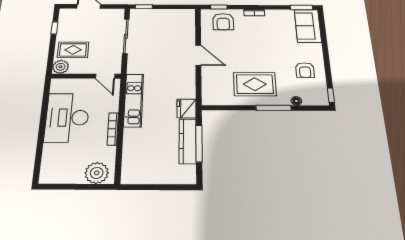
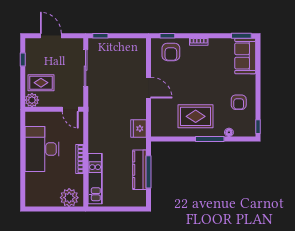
kitchen unit: (134, 100) -> (95, 179), moved
fridge: (186, 109) -> (139, 128), moved

